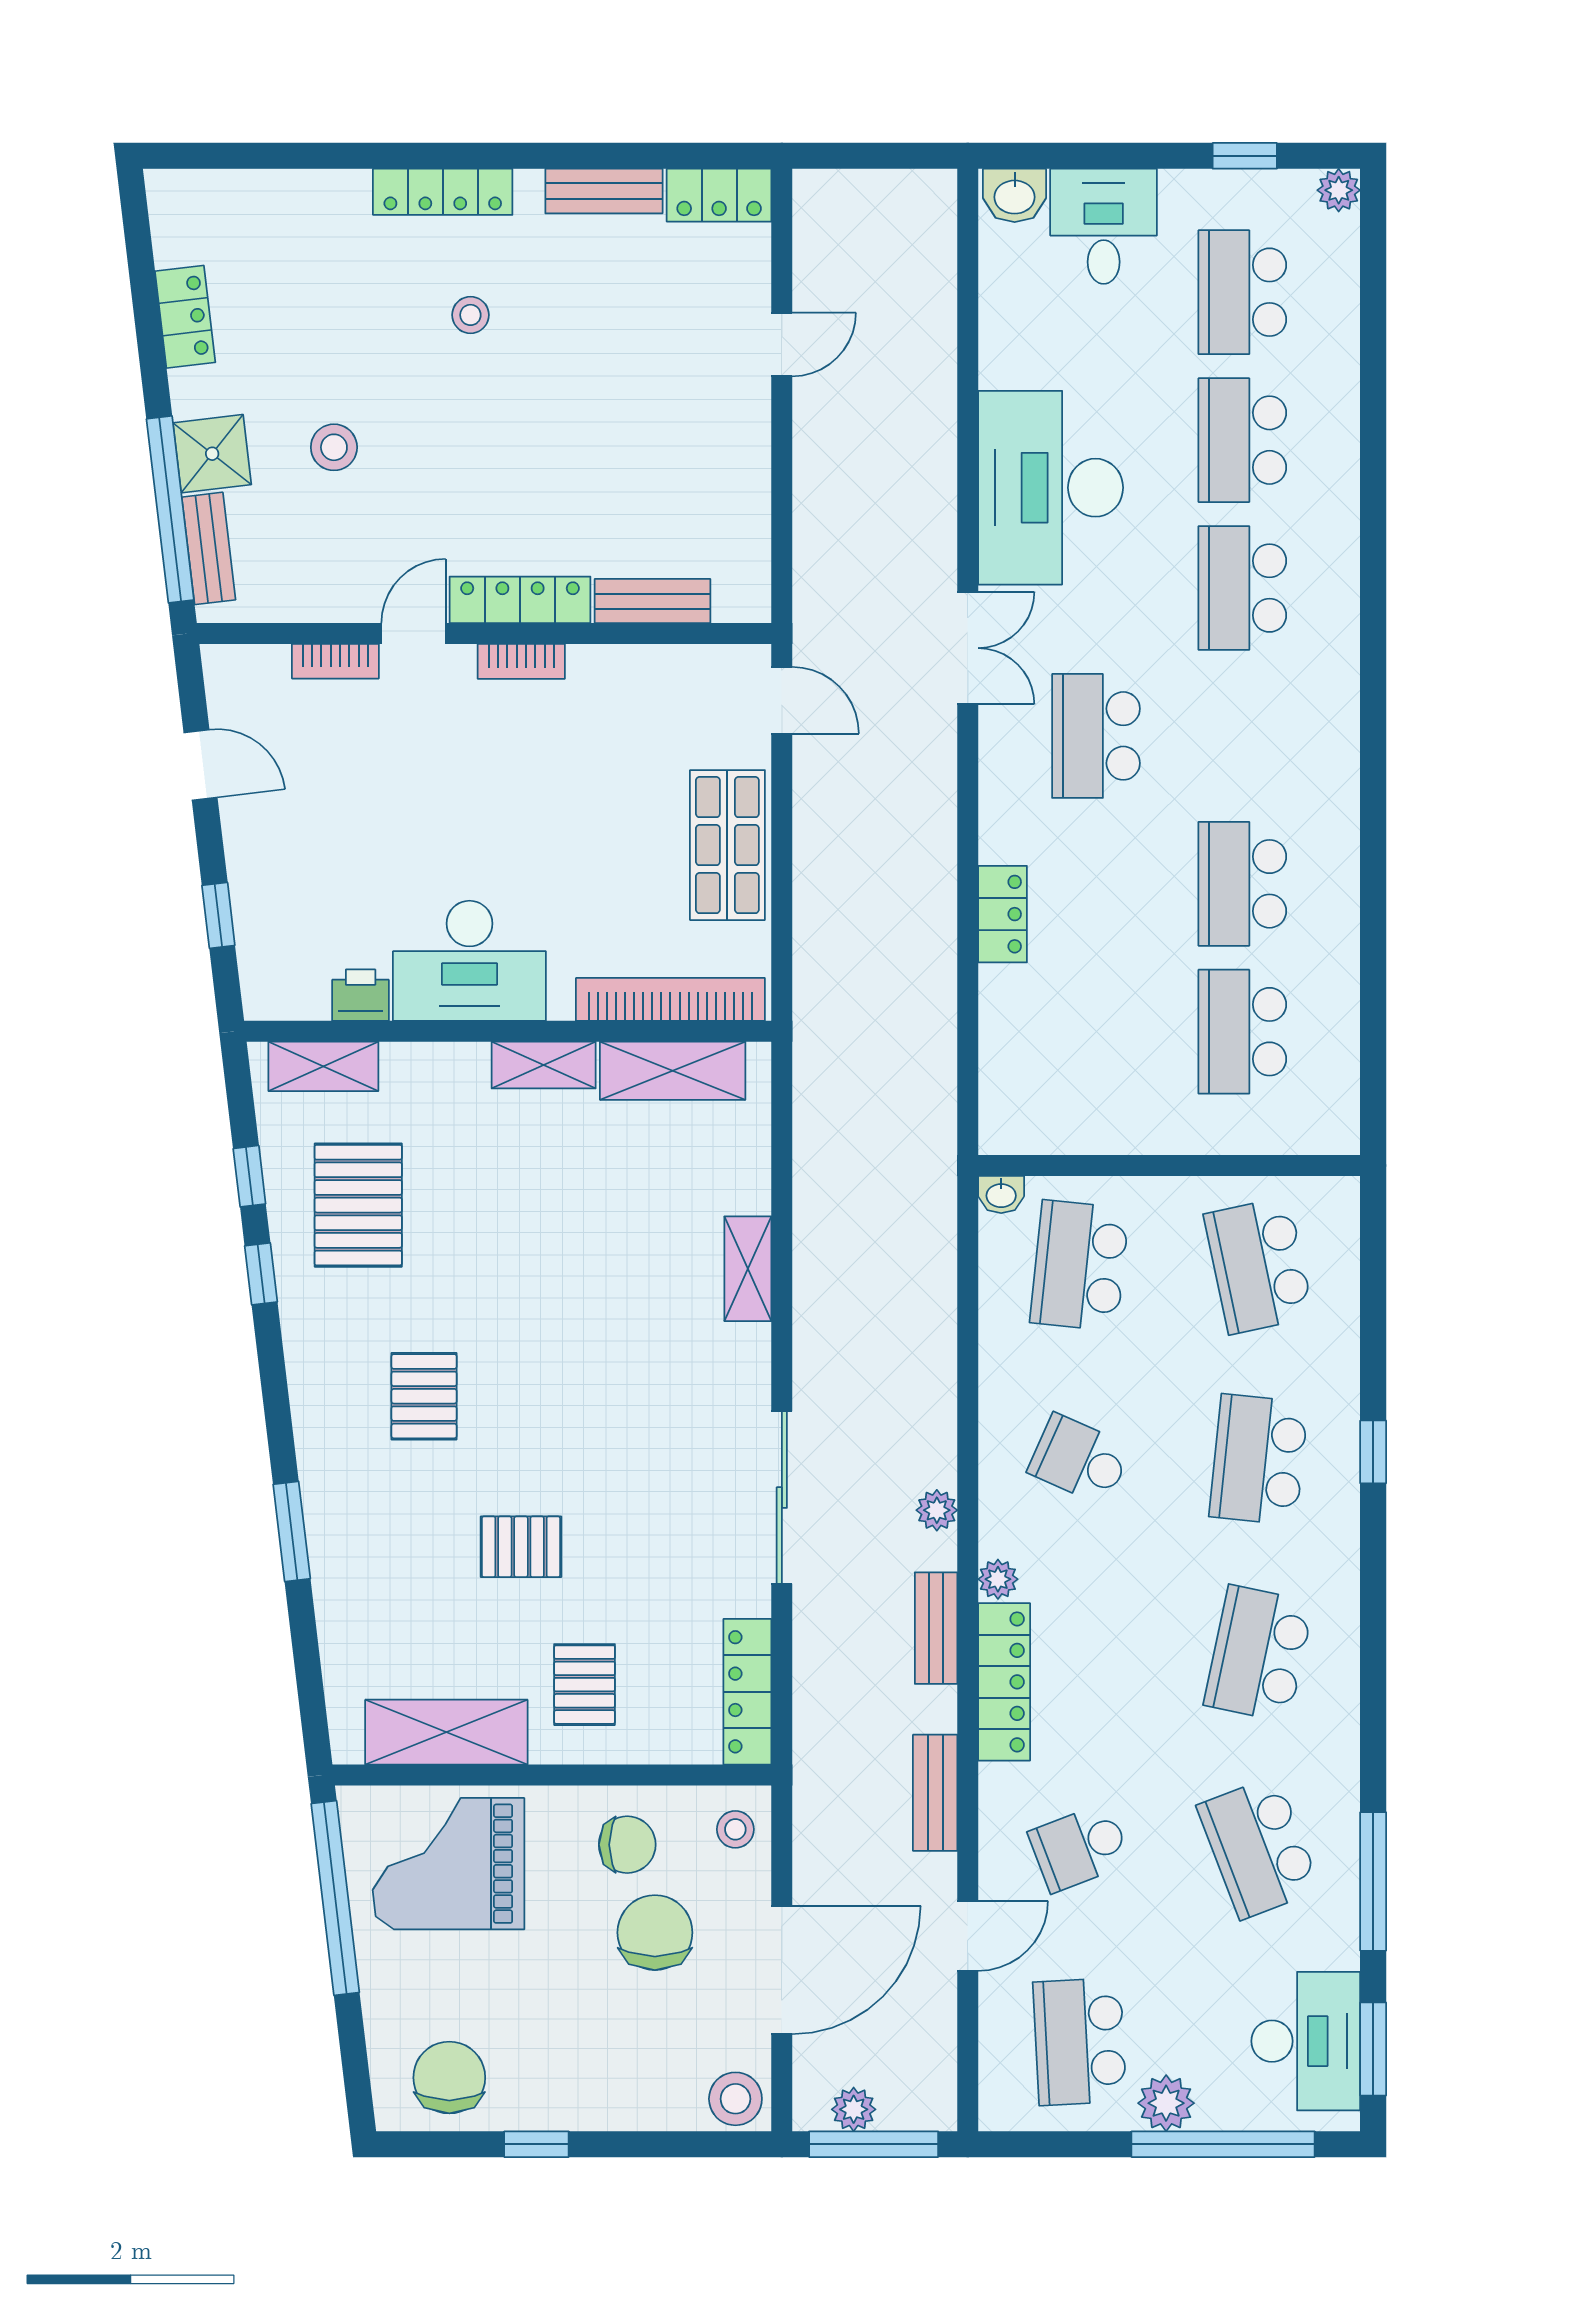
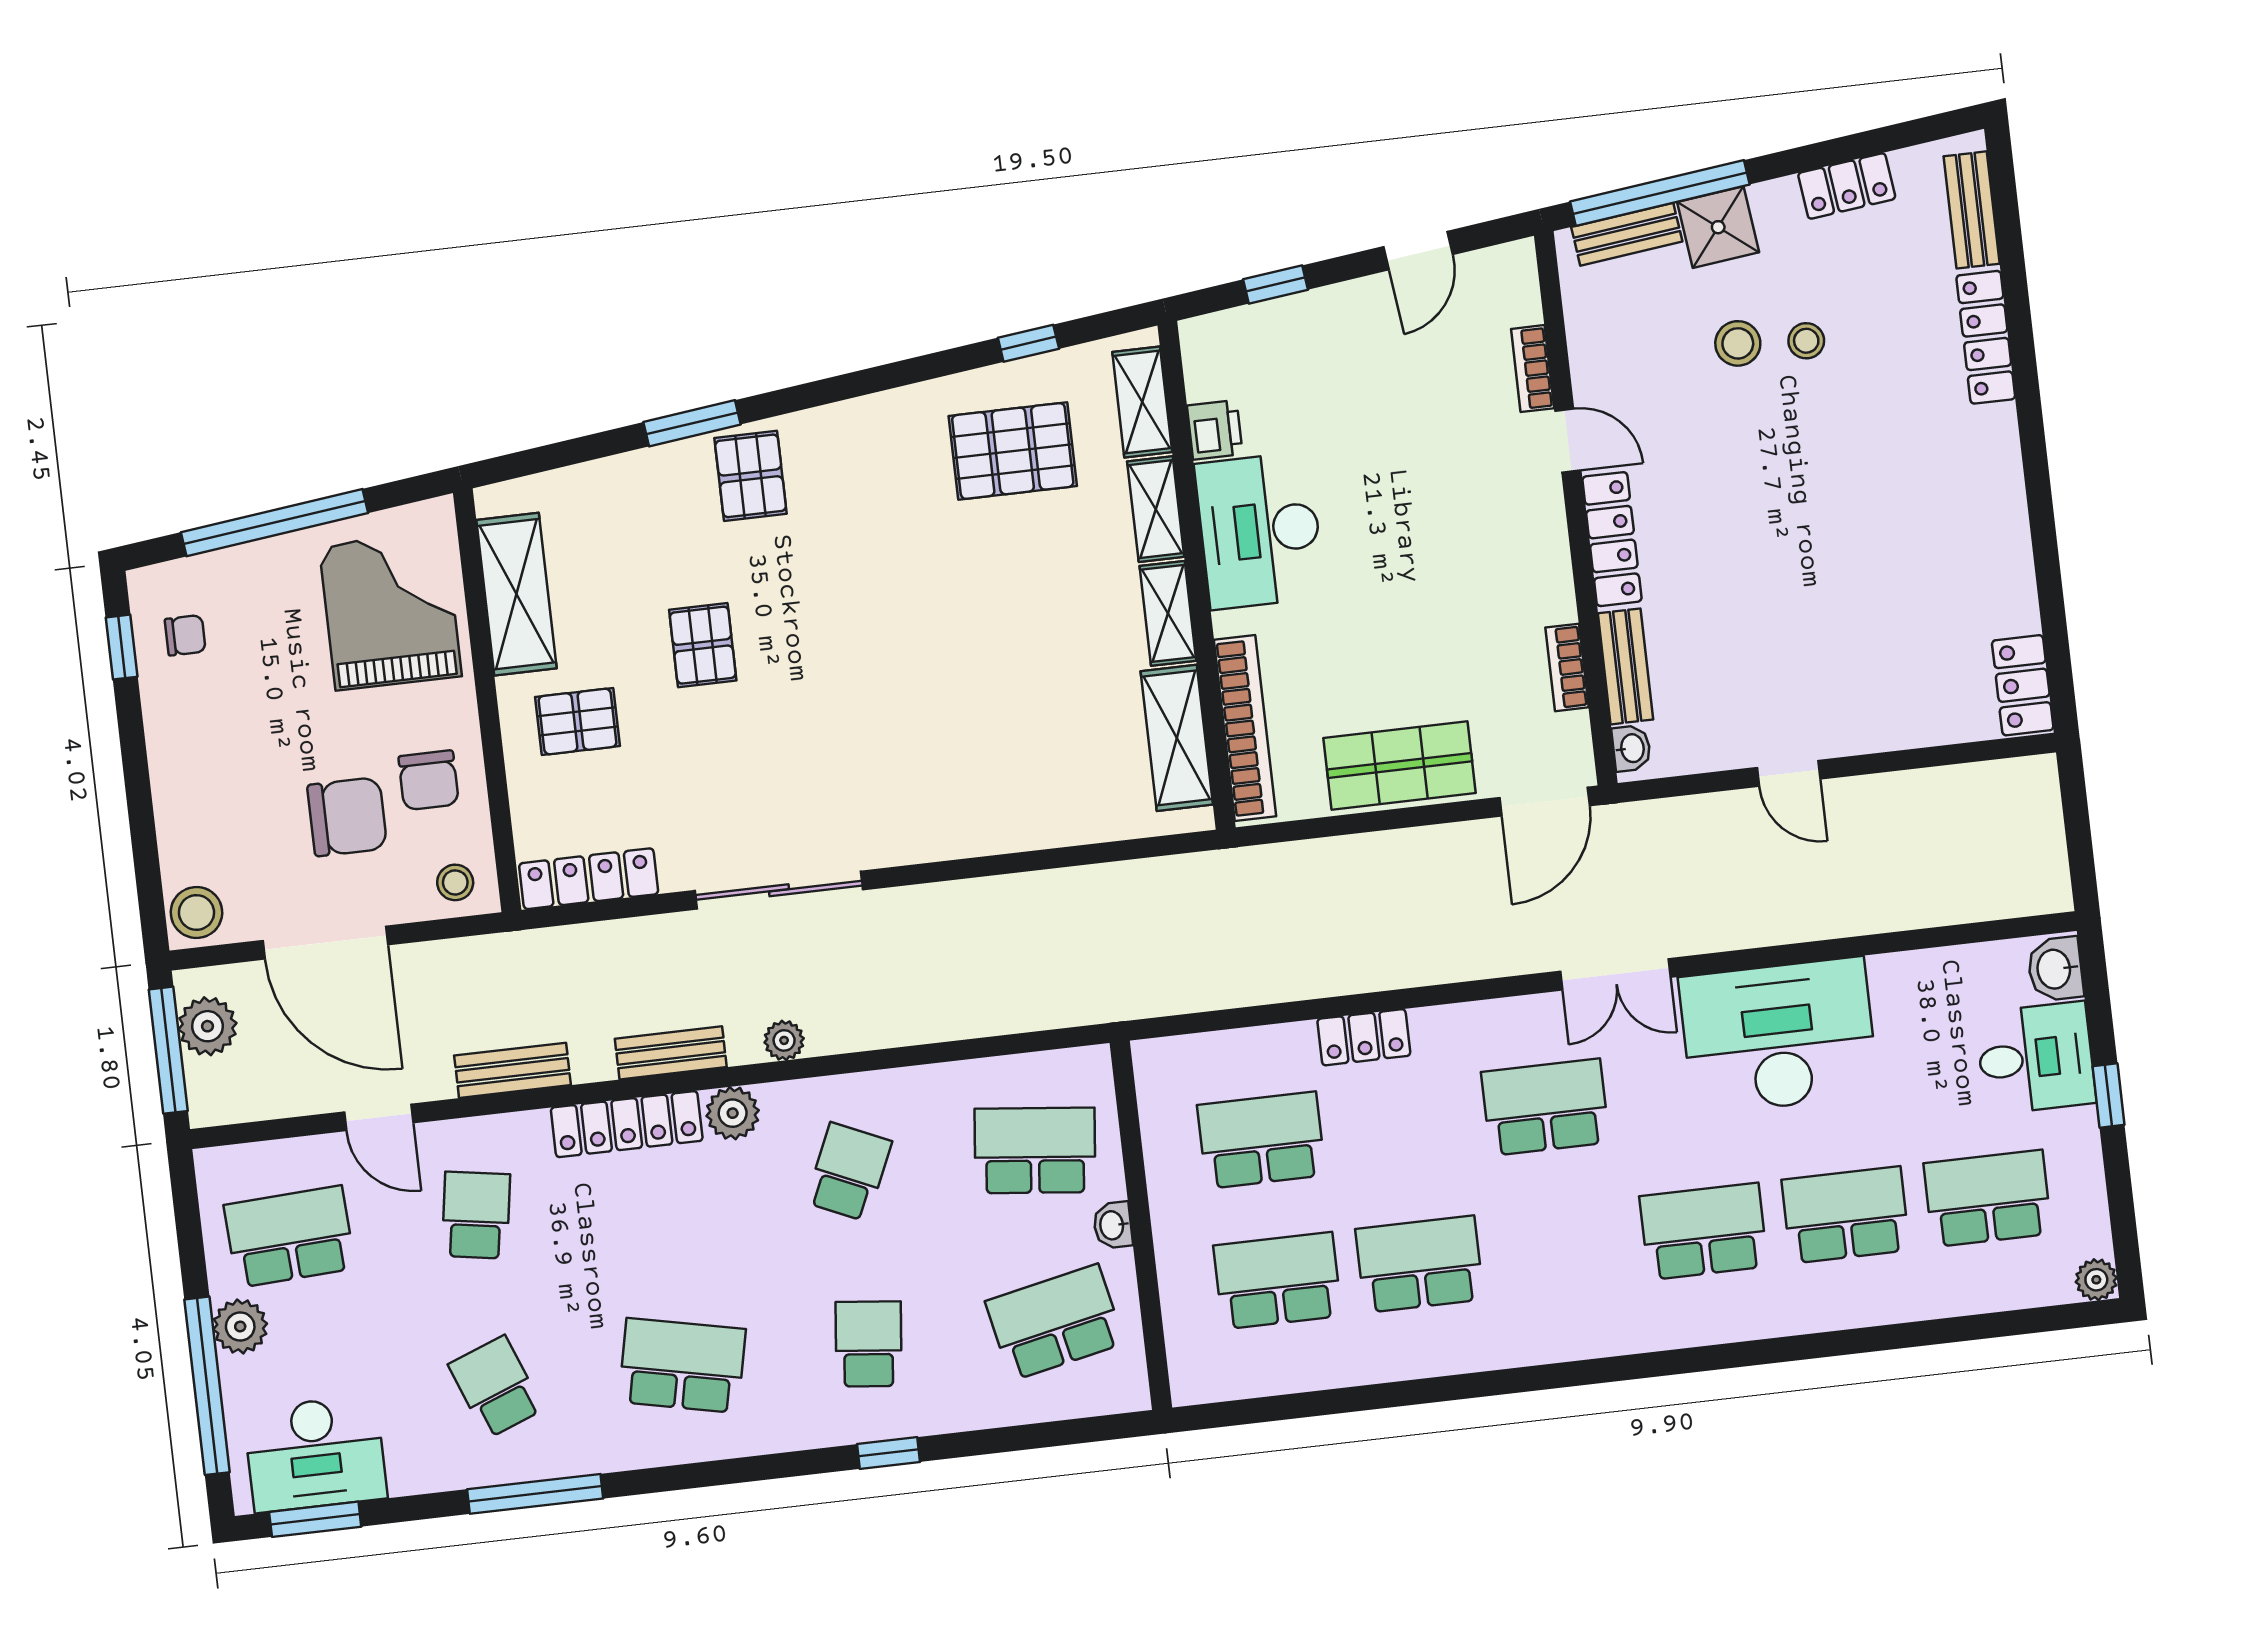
window: (1245, 156) -> (2108, 1096), moved
bench: (604, 191) -> (1972, 210), moved
locker: (443, 192) -> (1986, 337), moved
stool: (470, 315) -> (1806, 341), moved
door: (782, 344) -> (1789, 773), moved
washbasin: (737, 605) -> (1631, 748), added
bookcase: (521, 661) -> (1567, 667), moved
door: (782, 700) -> (1545, 802), width x1.37
school desk: (1096, 1032) -> (1261, 1140), added
washbasin: (1001, 1194) -> (1113, 1225), moved
shelving: (748, 1269) -> (1156, 509), moved, turned 90
window: (261, 1274) -> (936, 365), removed
pallet: (424, 1396) -> (751, 476), moved, turned 90
school desk: (1259, 1460) -> (869, 1344), width x0.54
plant: (998, 1579) -> (733, 1113), width x1.38, depth x1.38
school desk: (1080, 1848) -> (476, 1215), turned 30
school desk: (1259, 1848) -> (496, 1387), width x0.54
window: (1373, 1881) -> (535, 1494), moved
window: (335, 1898) -> (274, 523), moved
chair: (449, 2078) -> (185, 635), width x0.54, depth x0.54
plant: (854, 2109) -> (207, 1026), width x1.38, depth x1.38
window: (536, 2144) -> (122, 647), moved

